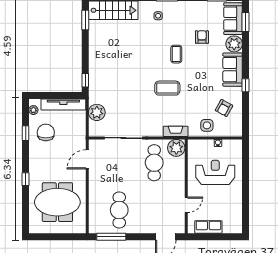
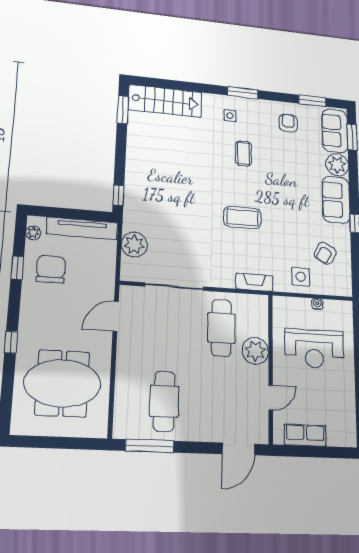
armchair: (202, 37) -> (288, 123), moved
coffee table: (176, 54) -> (244, 153), moved
plant: (176, 148) -> (255, 351), moved
reception desk: (215, 172) -> (314, 349), turned 180

